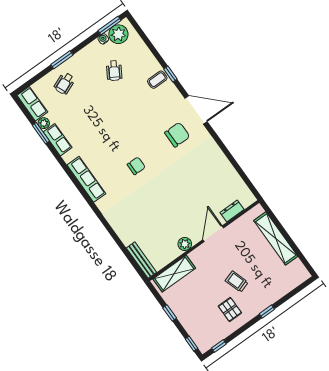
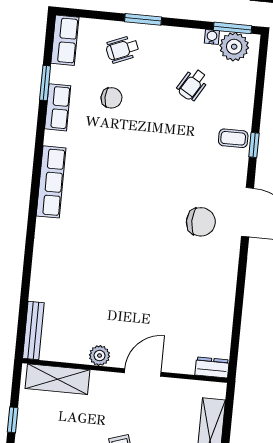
plant: (44, 123) -> (58, 74), removed
chair: (136, 166) -> (111, 98), moved
dresser: (232, 211) -> (212, 367), moved

